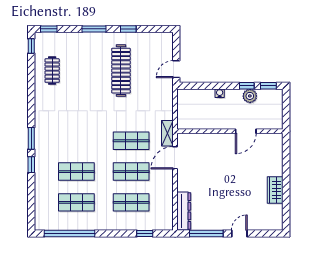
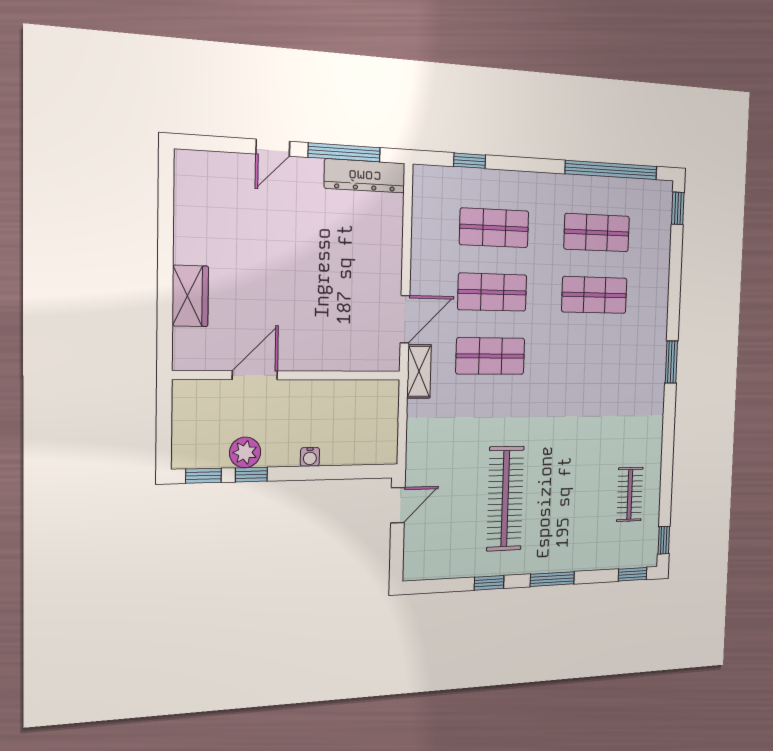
window: (31, 165) -> (678, 208), moved
wardrobe: (275, 190) -> (190, 296), moved
dresser: (184, 211) -> (365, 176), moved, turned -90

